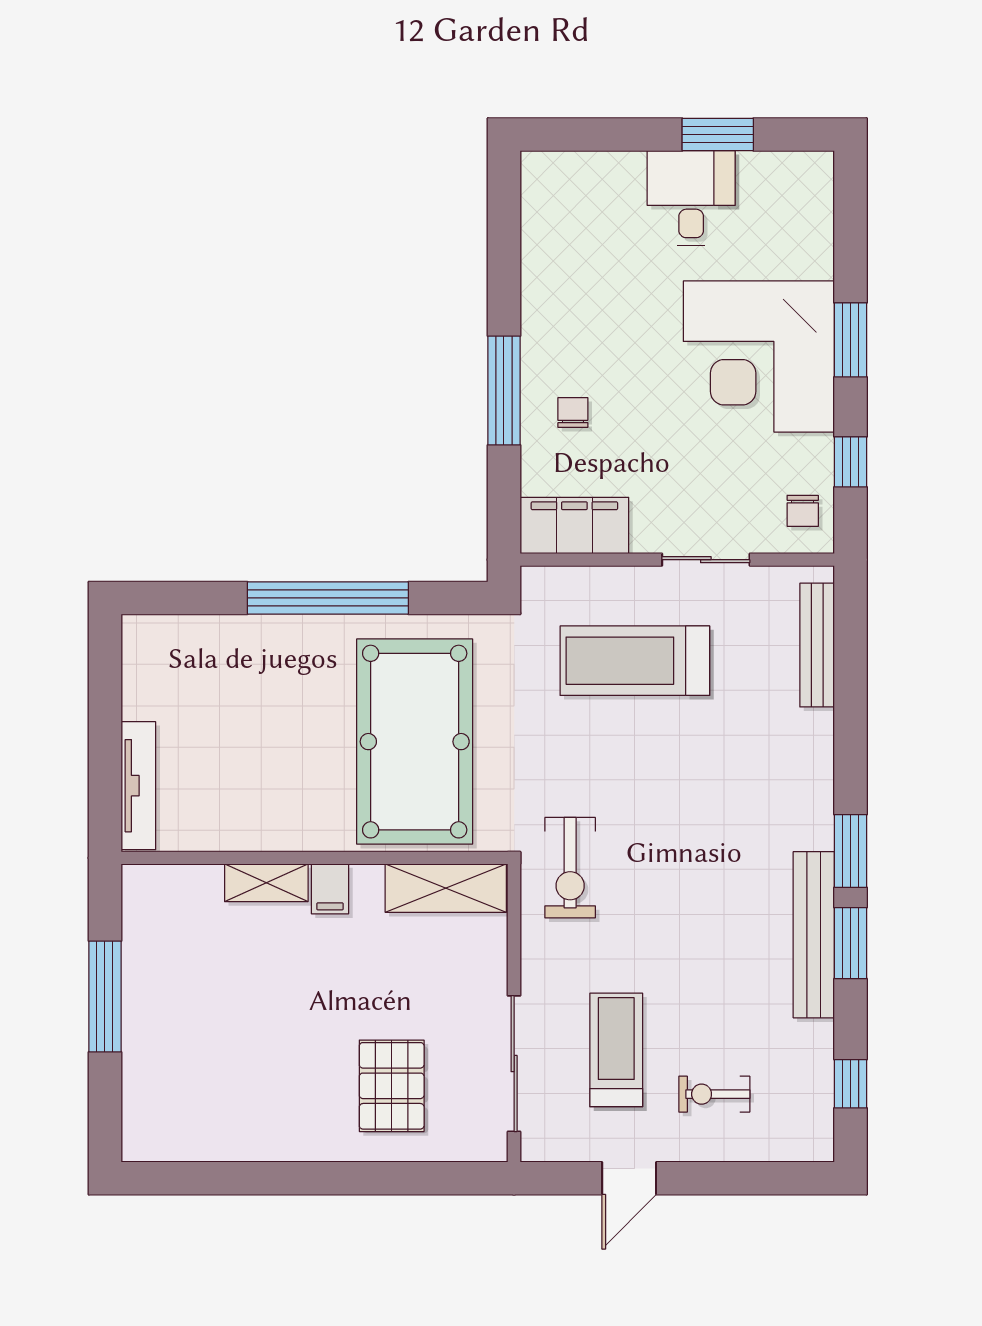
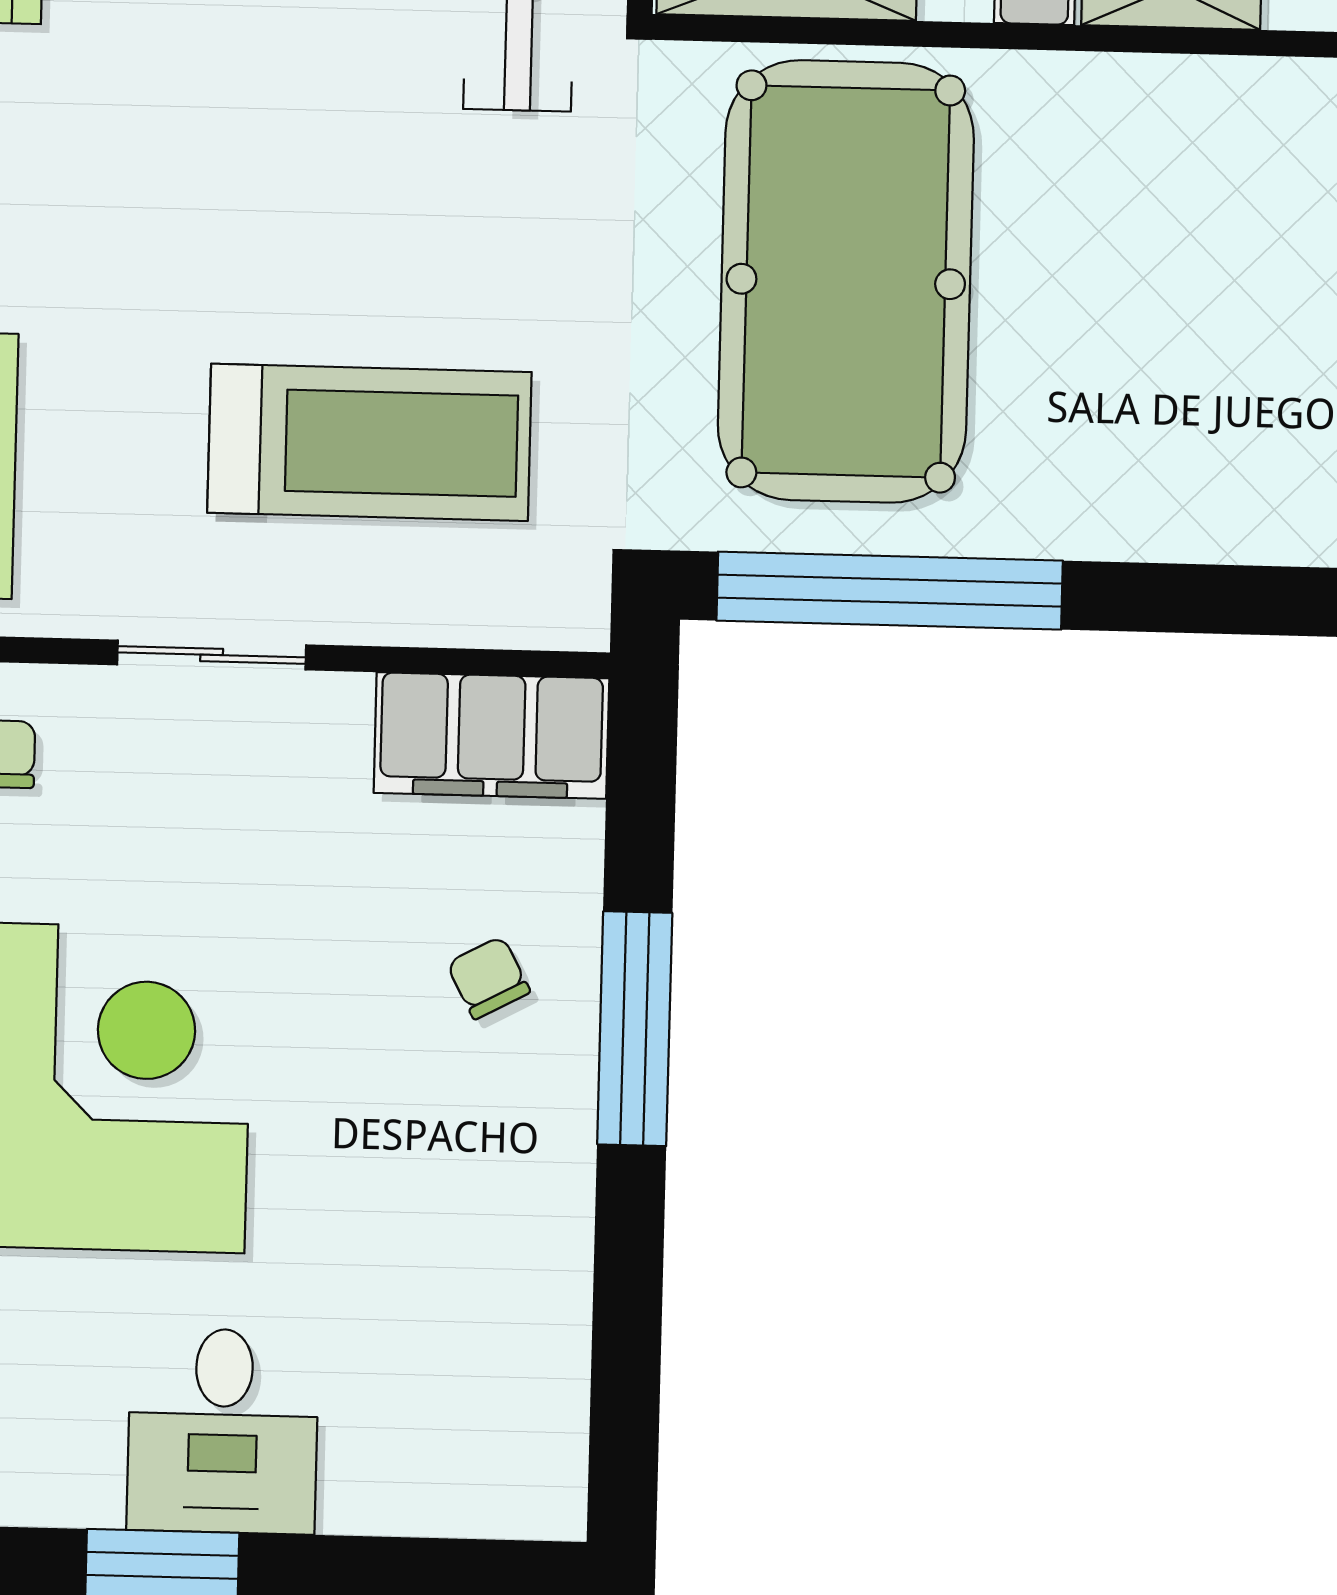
chair: (573, 412) -> (488, 978), turned 152
window: (328, 598) -> (890, 591), moved

